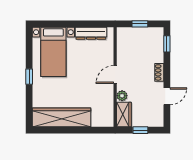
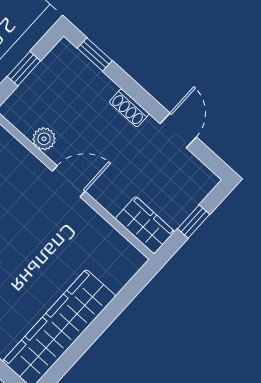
door: (115, 75) -> (69, 181), swing flipped
plant: (122, 96) -> (44, 139), moved

